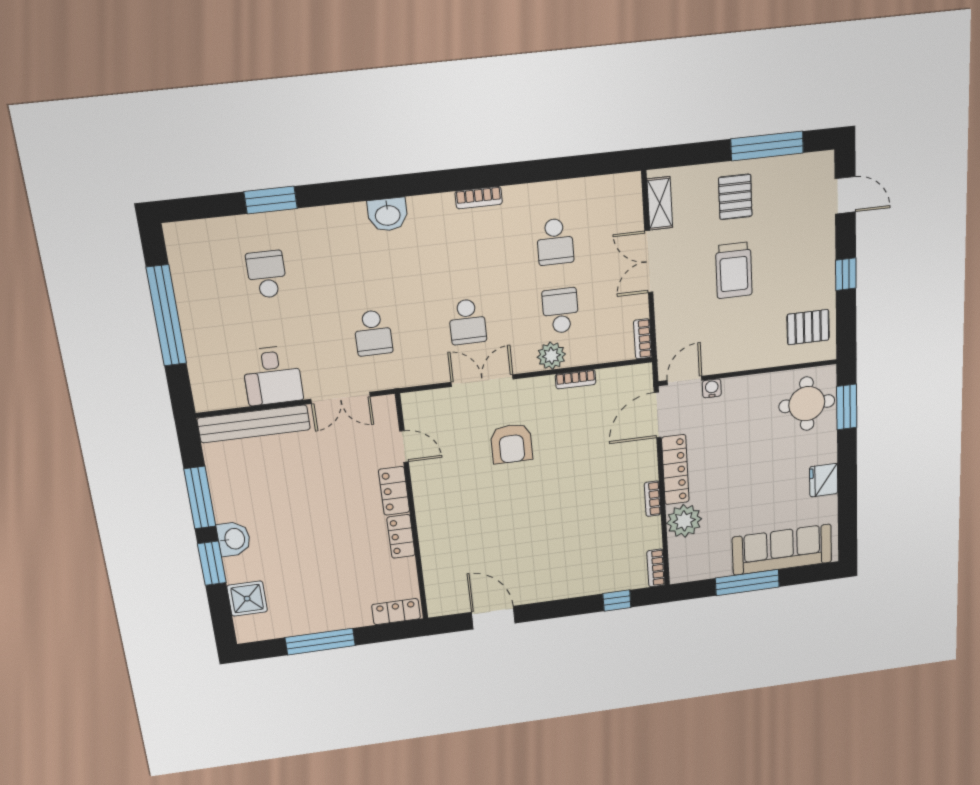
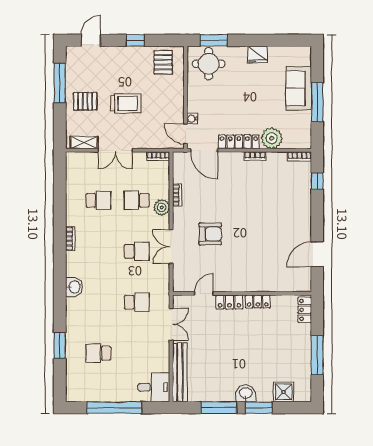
desk: (272, 376) -> (154, 387), moved
sofa: (782, 550) -> (299, 88), width x0.73

